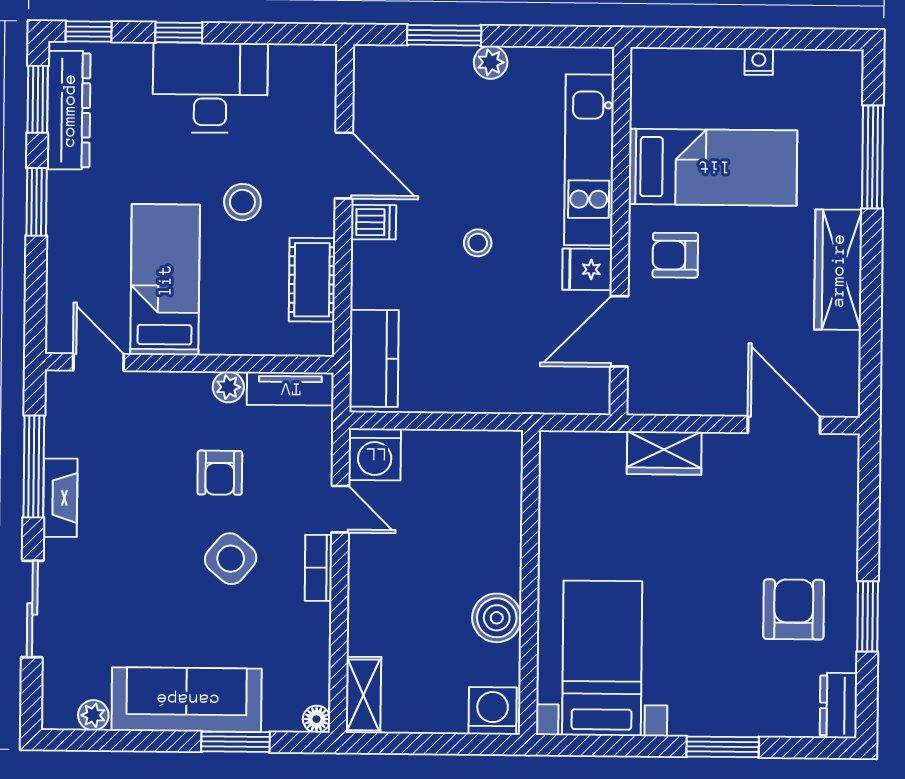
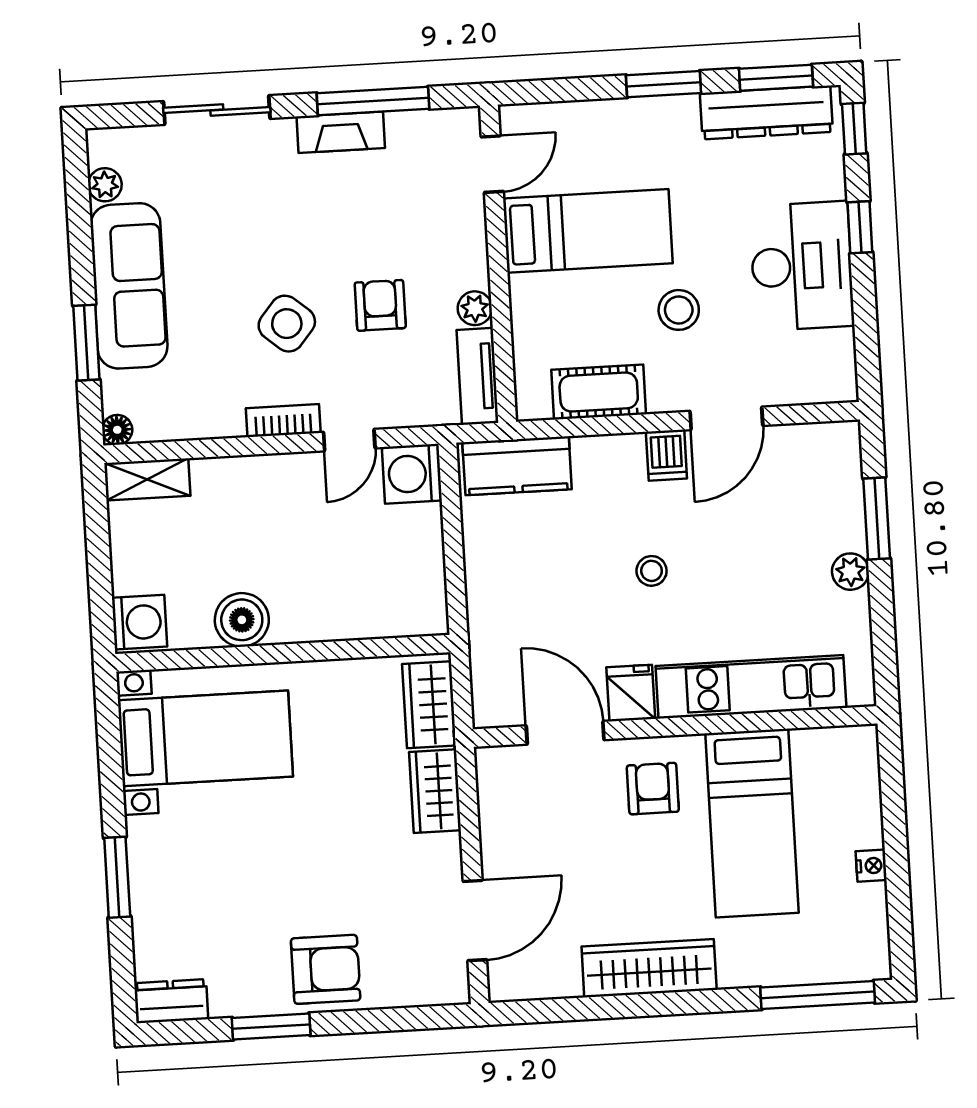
window: (873, 157) -> (818, 995), moved
wardrobe: (585, 453) -> (429, 705), added
armchair: (220, 473) -> (380, 305), turned 90
armchair: (794, 609) -> (326, 969), moved

